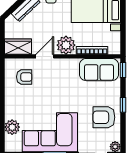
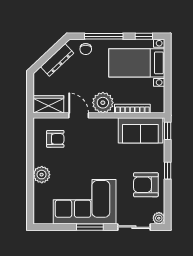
door: (45, 56) -> (79, 115), hinge flipped
plant: (12, 127) -> (42, 175), moved

